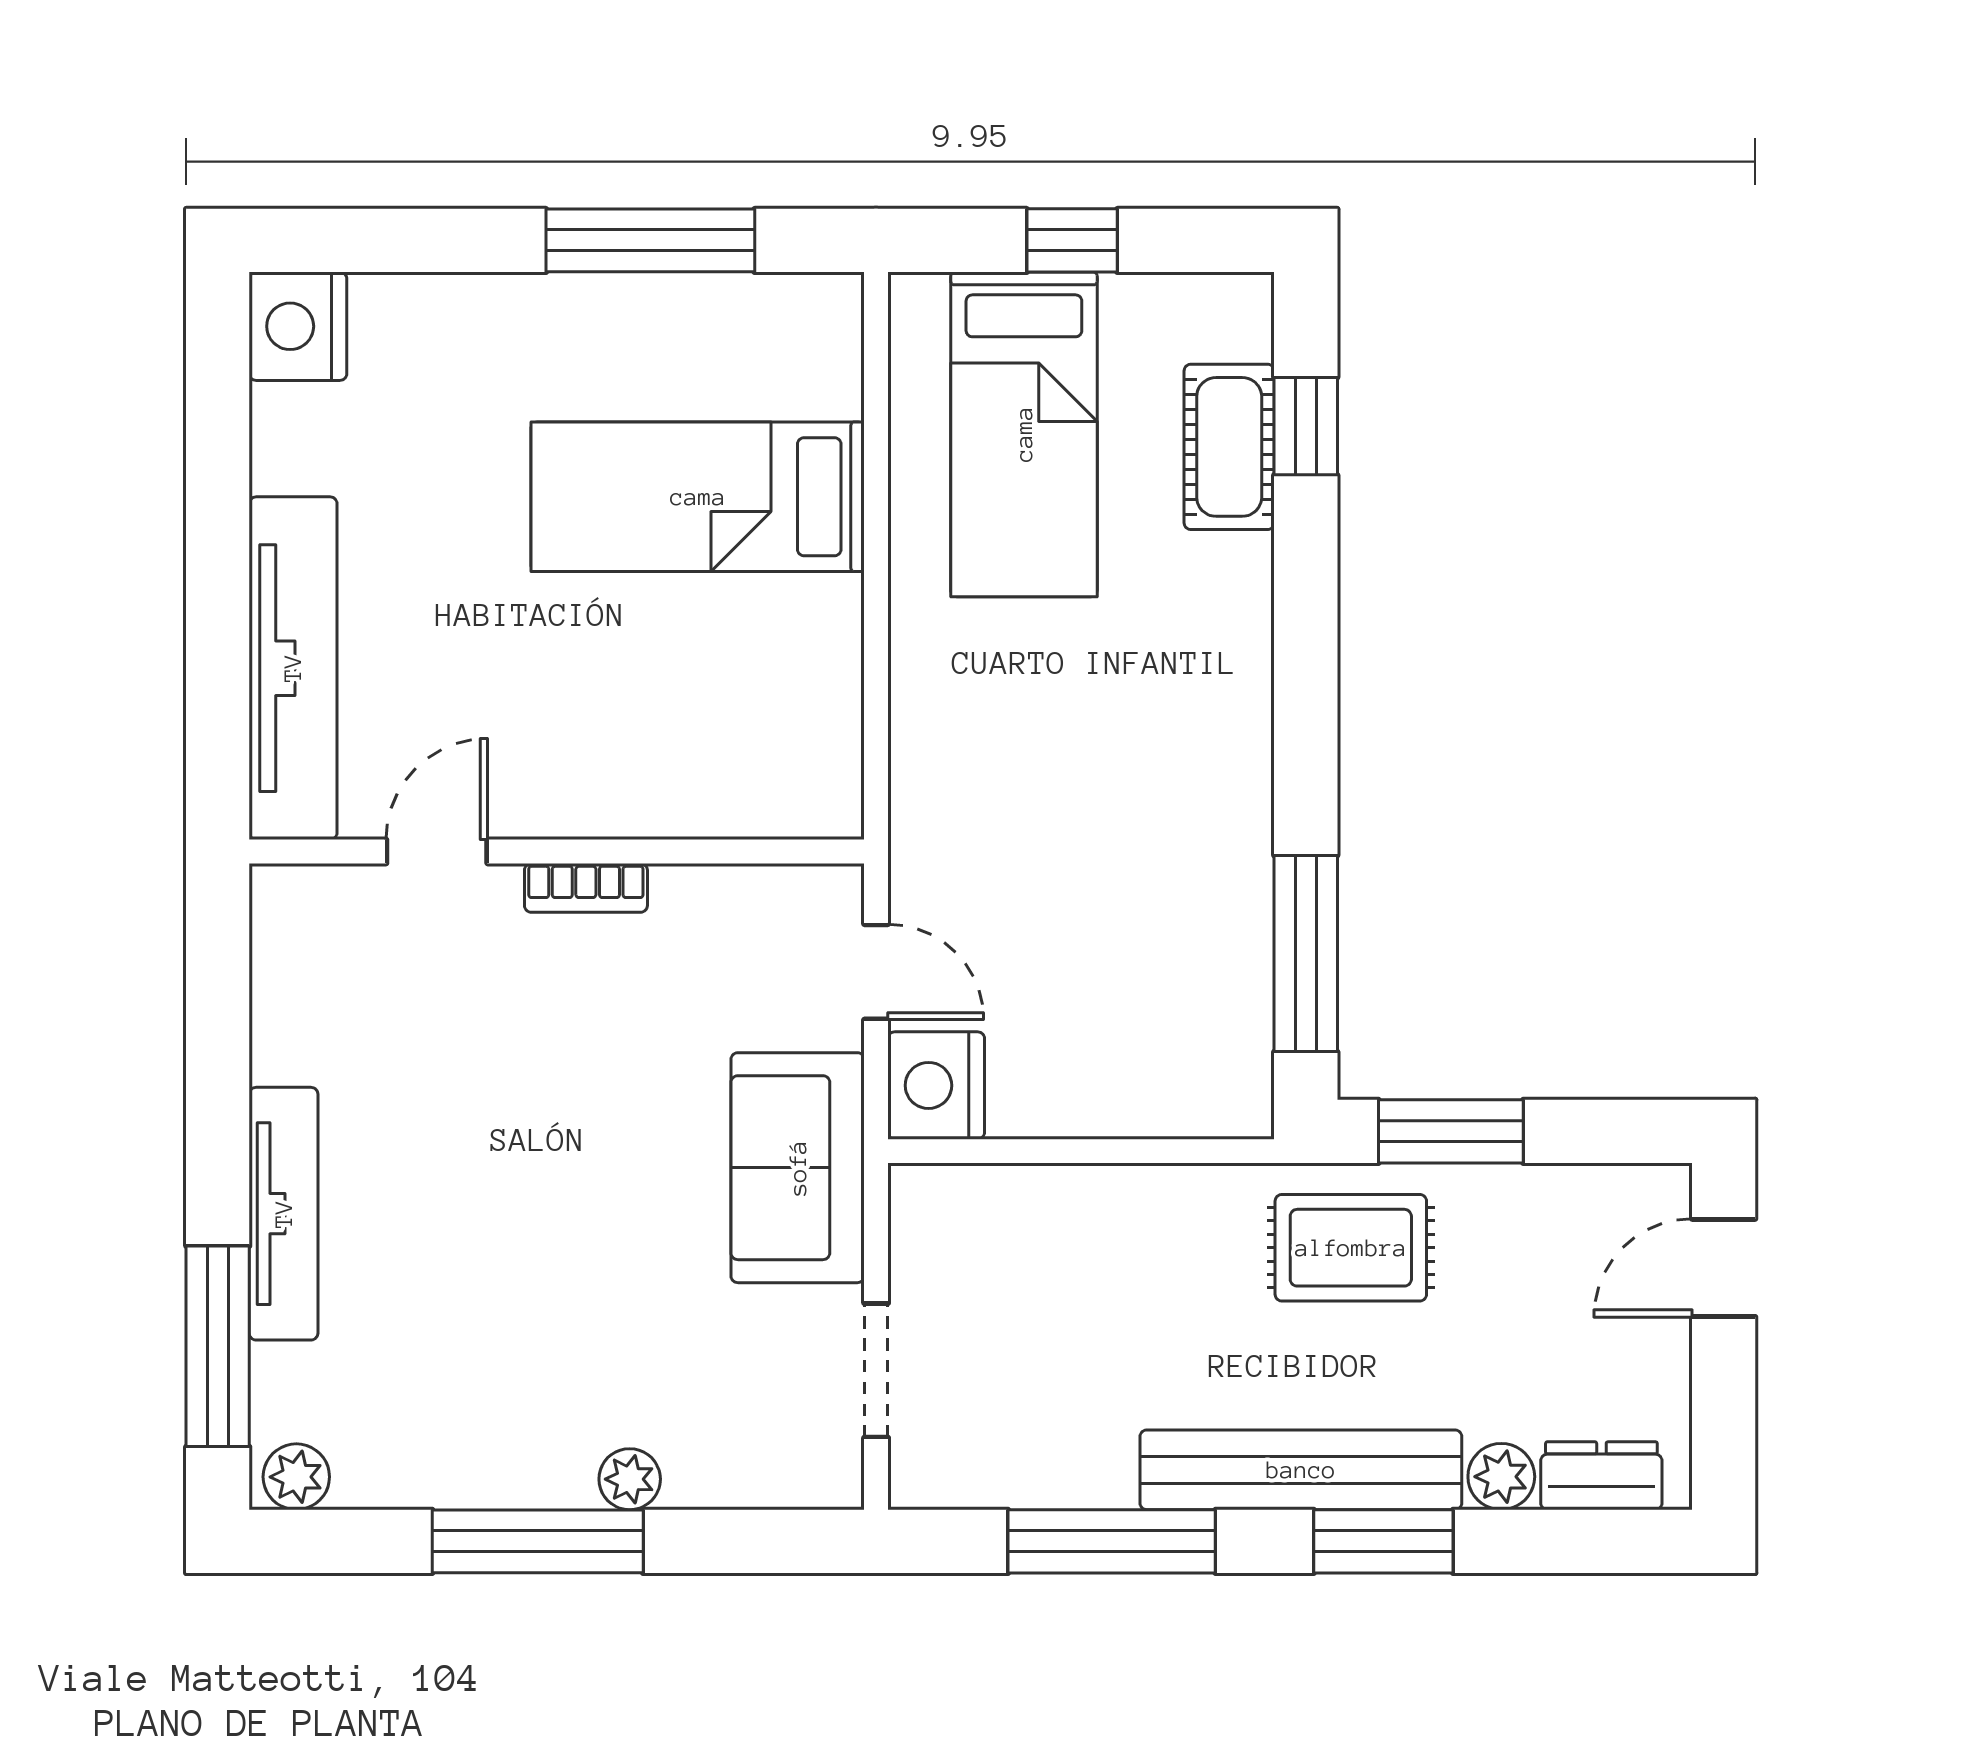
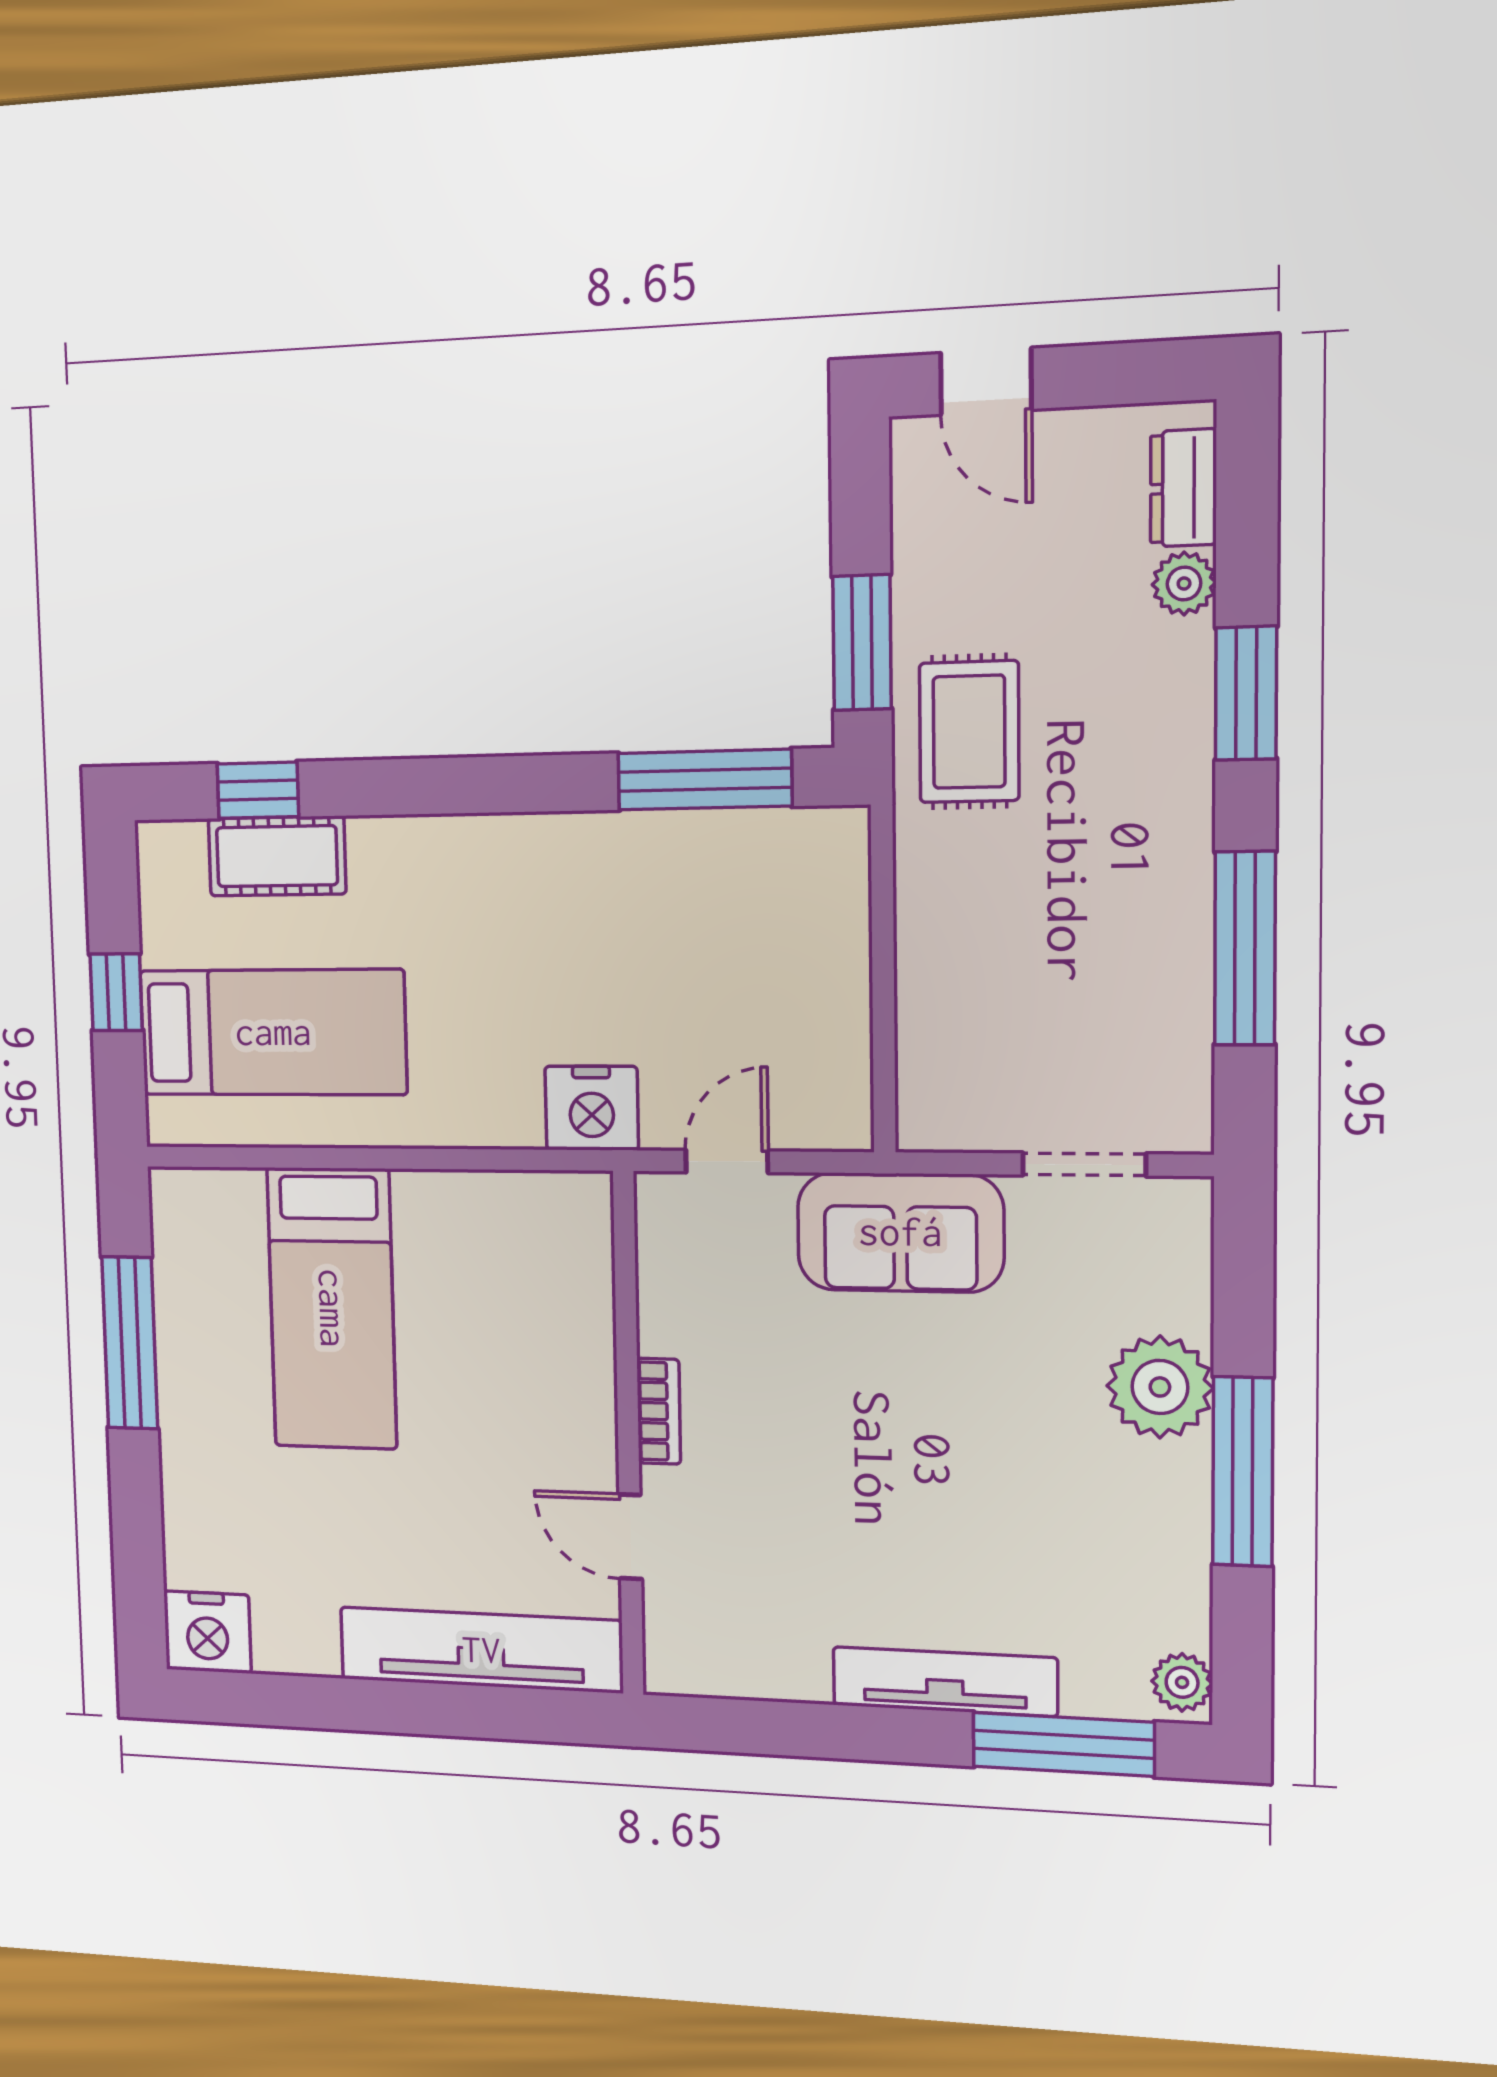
nightstand: (936, 1085) -> (592, 1108), moved
bench: (1301, 1470) -> (1177, 773), removed
plant: (630, 1479) -> (1160, 1387), width x1.88, depth x1.88

